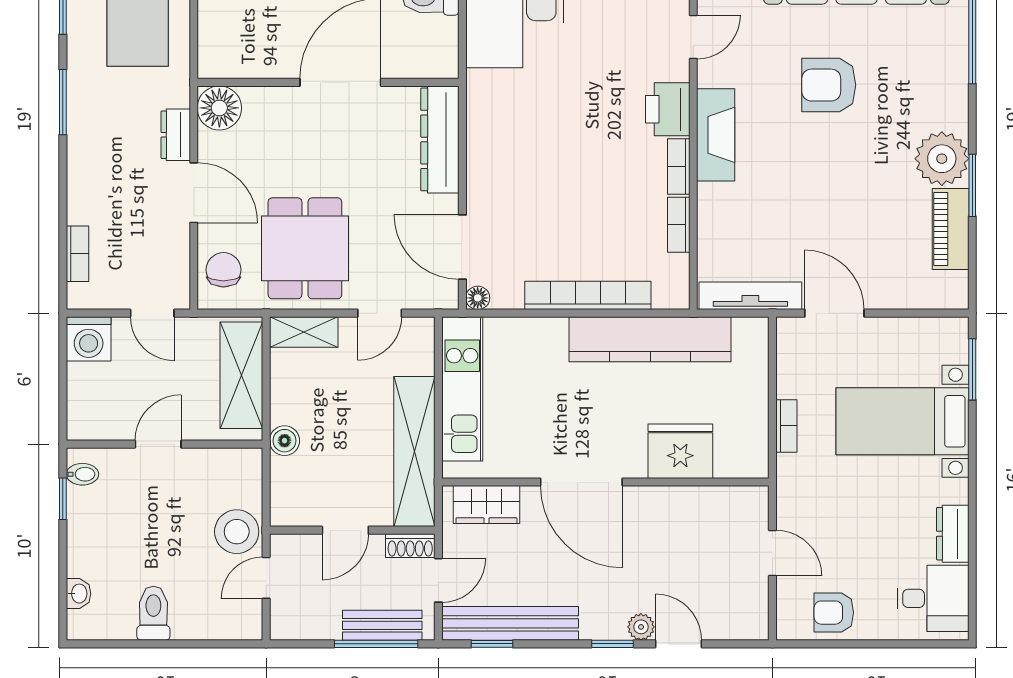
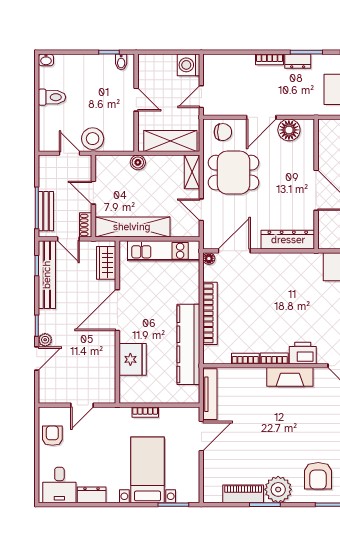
armchair: (829, 85) -> (318, 476), moved, turned 180
floor lamp: (219, 108) -> (289, 130), moved
dresser: (176, 135) -> (298, 61), moved, turned 180
bookcase: (77, 254) -> (270, 59), moved
washbasin: (79, 594) -> (46, 60), moved

